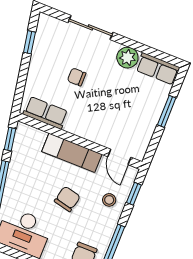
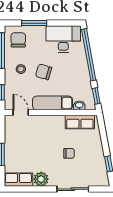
washbasin: (38, 135) -> (79, 105), added
chair: (67, 199) -> (44, 72), turned 93
stool: (109, 200) -> (21, 69), moved

